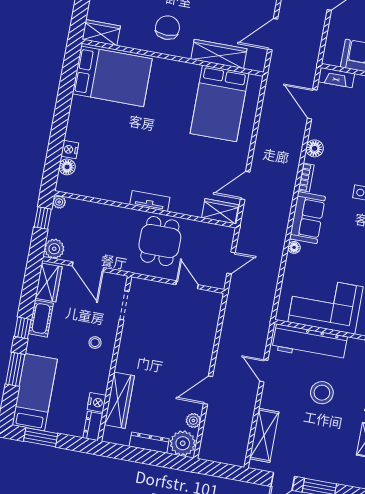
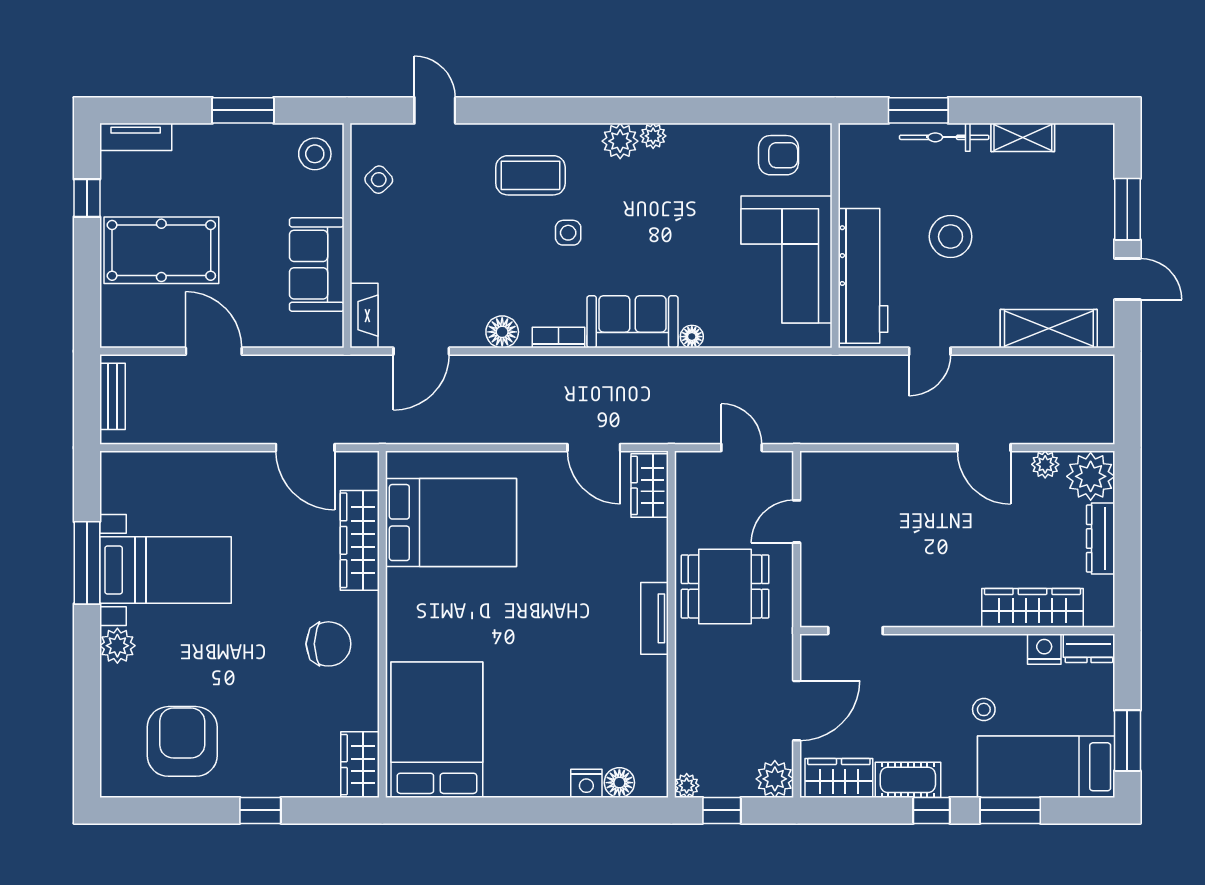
chair: (167, 28) -> (328, 644), turned 180
stool: (95, 343) -> (984, 709), moved

